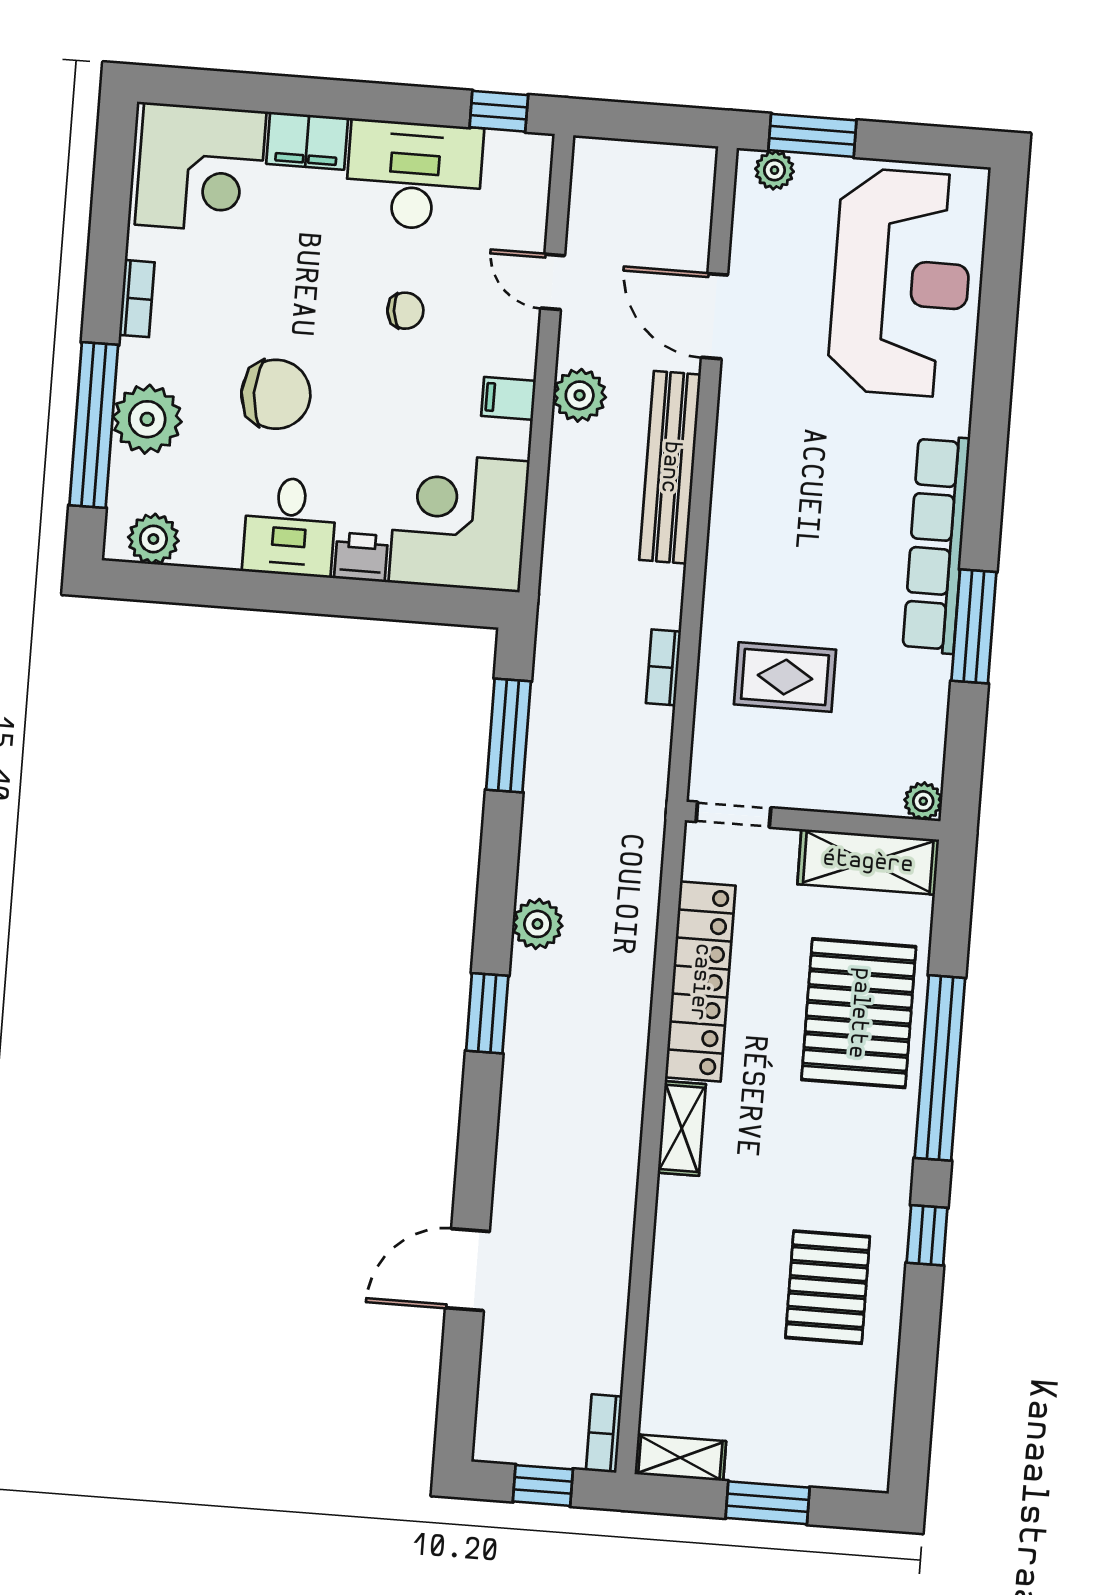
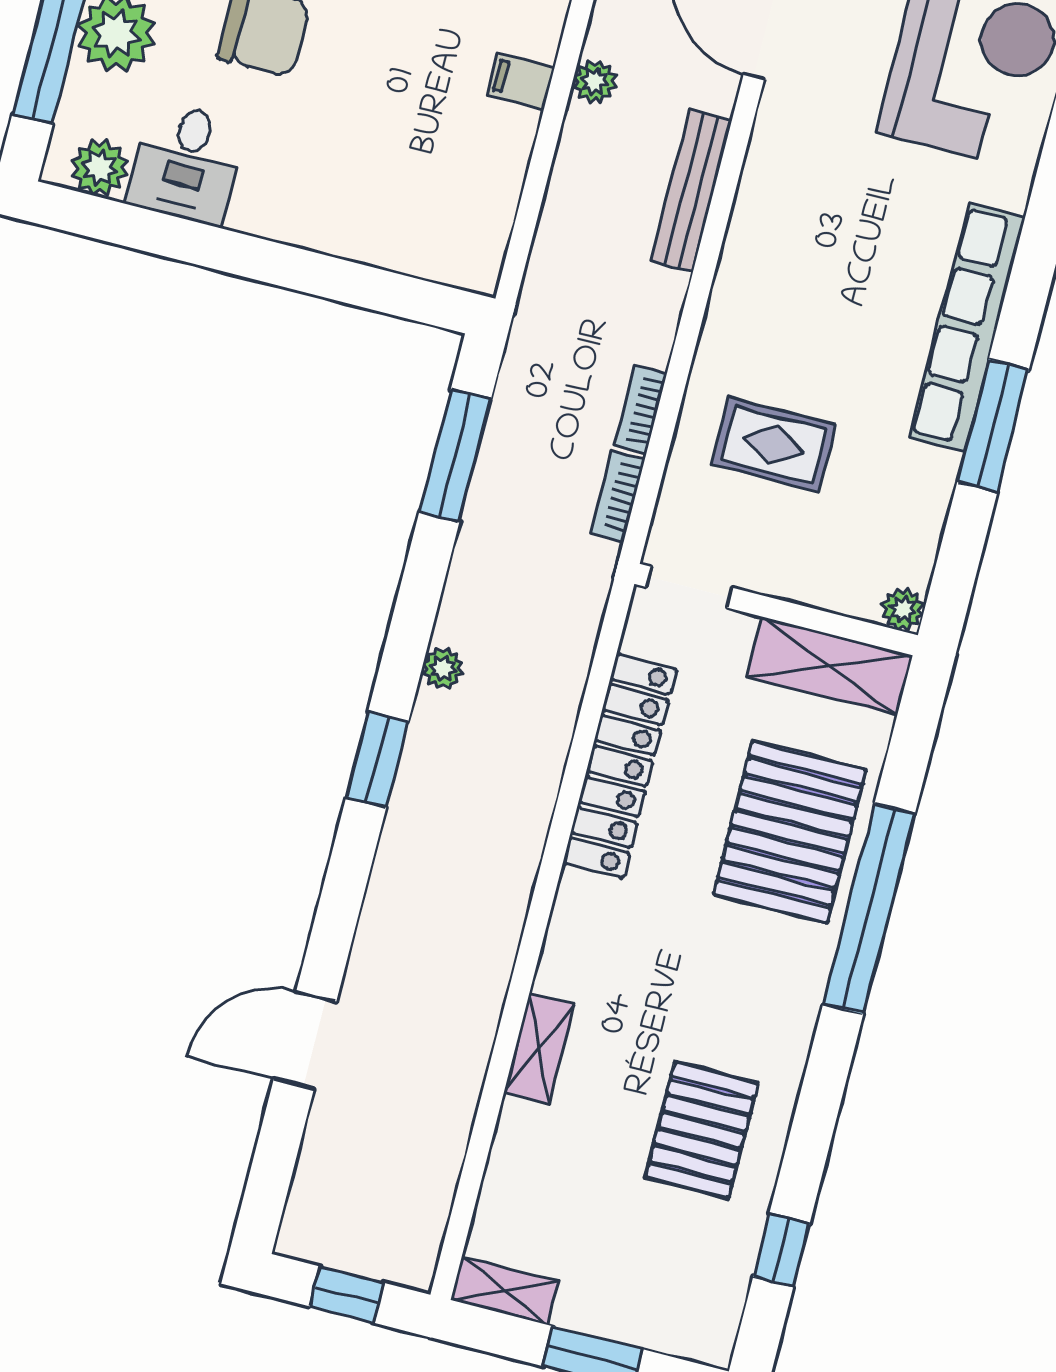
plant: (580, 395) -> (595, 82), width x0.73, depth x0.73
bench: (670, 467) -> (692, 190), width x0.73, depth x0.82
corner desk: (459, 522) -> (442, 209), removed
desk: (290, 527) -> (186, 164), moved
printer: (361, 557) -> (326, 229), removed
plant: (537, 924) -> (443, 668), width x0.73, depth x0.73
shelving: (682, 1128) -> (539, 1048), moved
window: (927, 1235) -> (781, 1250), moved
bookcase: (604, 1434) -> (618, 496), moved

